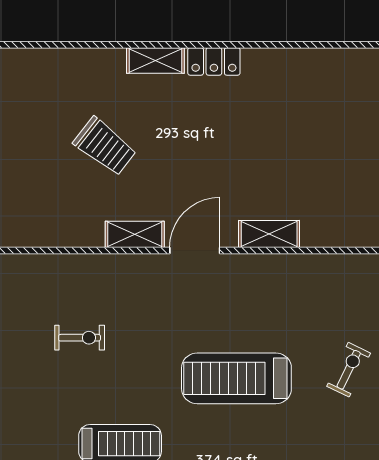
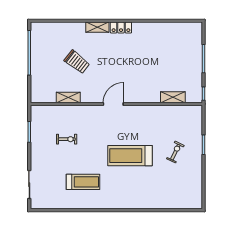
shelving: (135, 234) -> (68, 97), moved
shelving: (269, 234) -> (173, 97), moved

